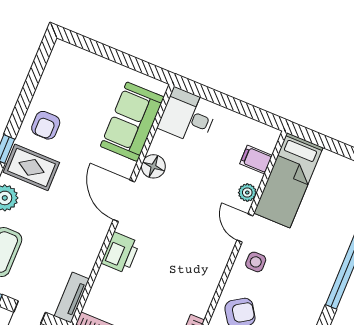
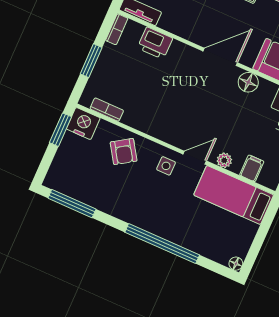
printer: (120, 253) -> (155, 43), moved

